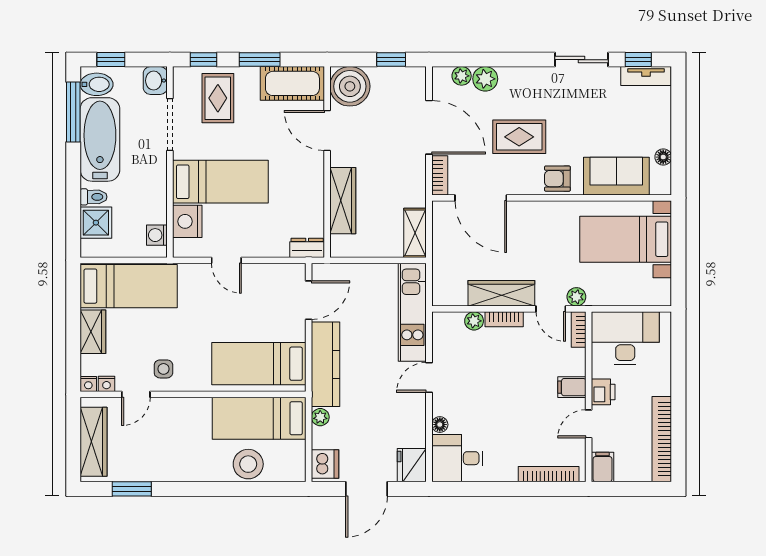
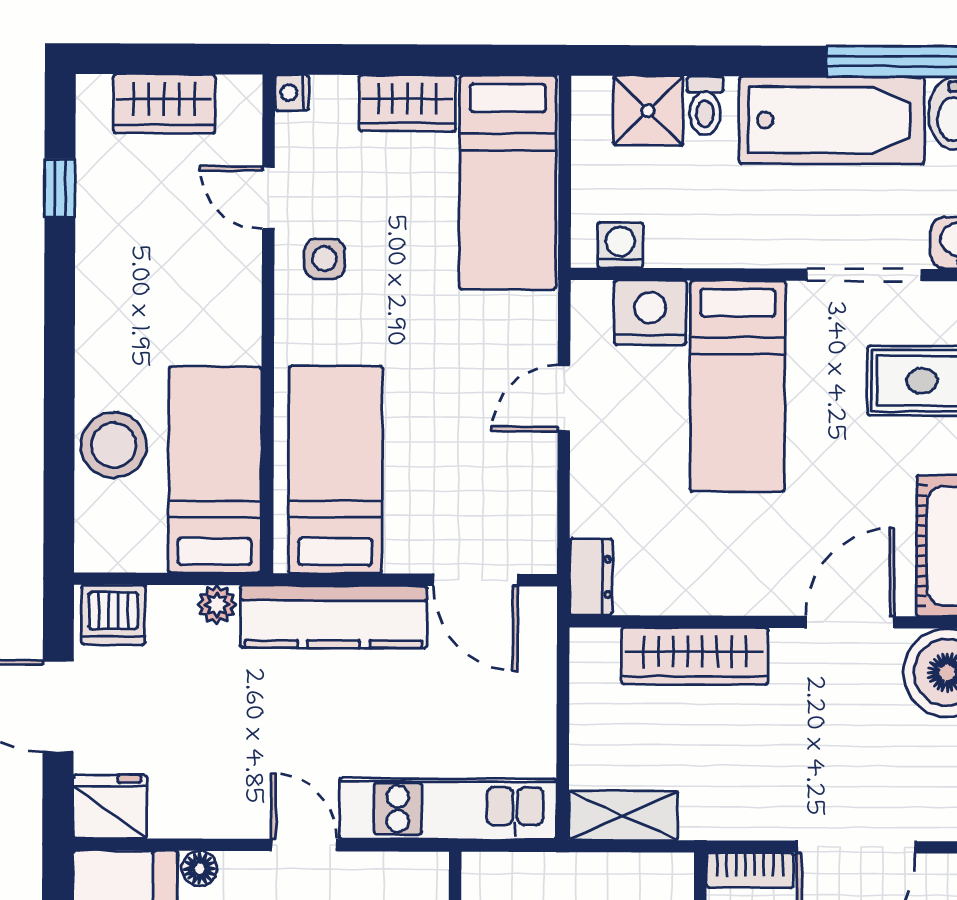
nightstand: (107, 384) -> (292, 133), removed
wardrobe: (94, 442) -> (164, 104), width x0.67
window: (132, 489) -> (60, 188), width x0.67

